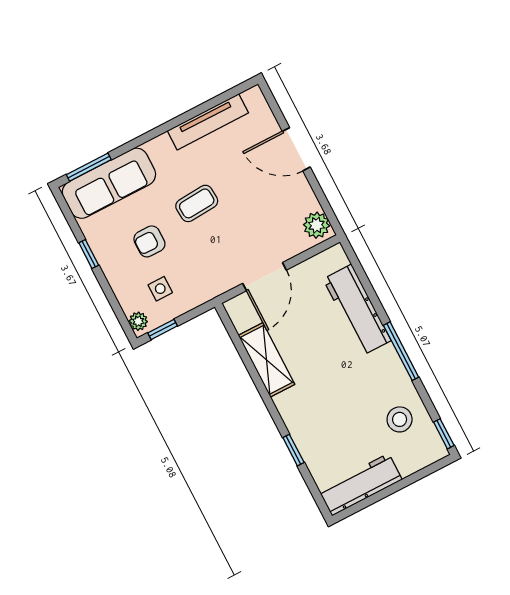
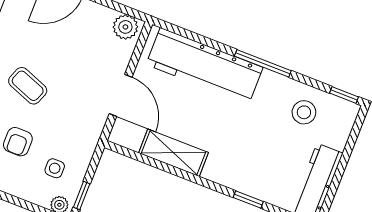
coffee table: (197, 203) -> (28, 86), turned -65
workbench: (357, 310) -> (204, 66), width x1.36, depth x1.32

